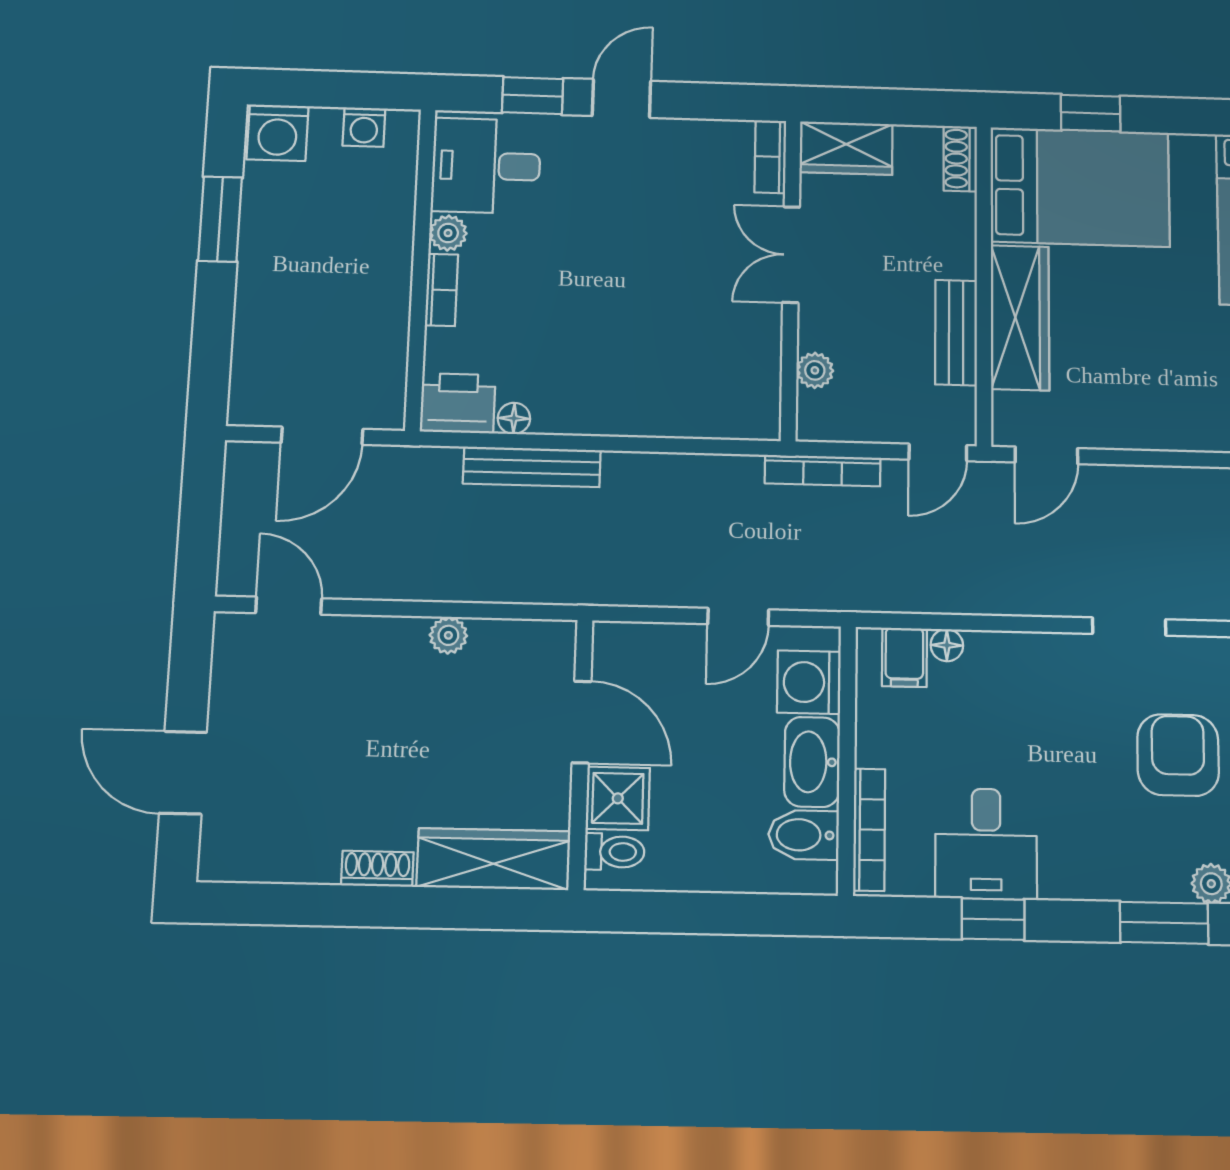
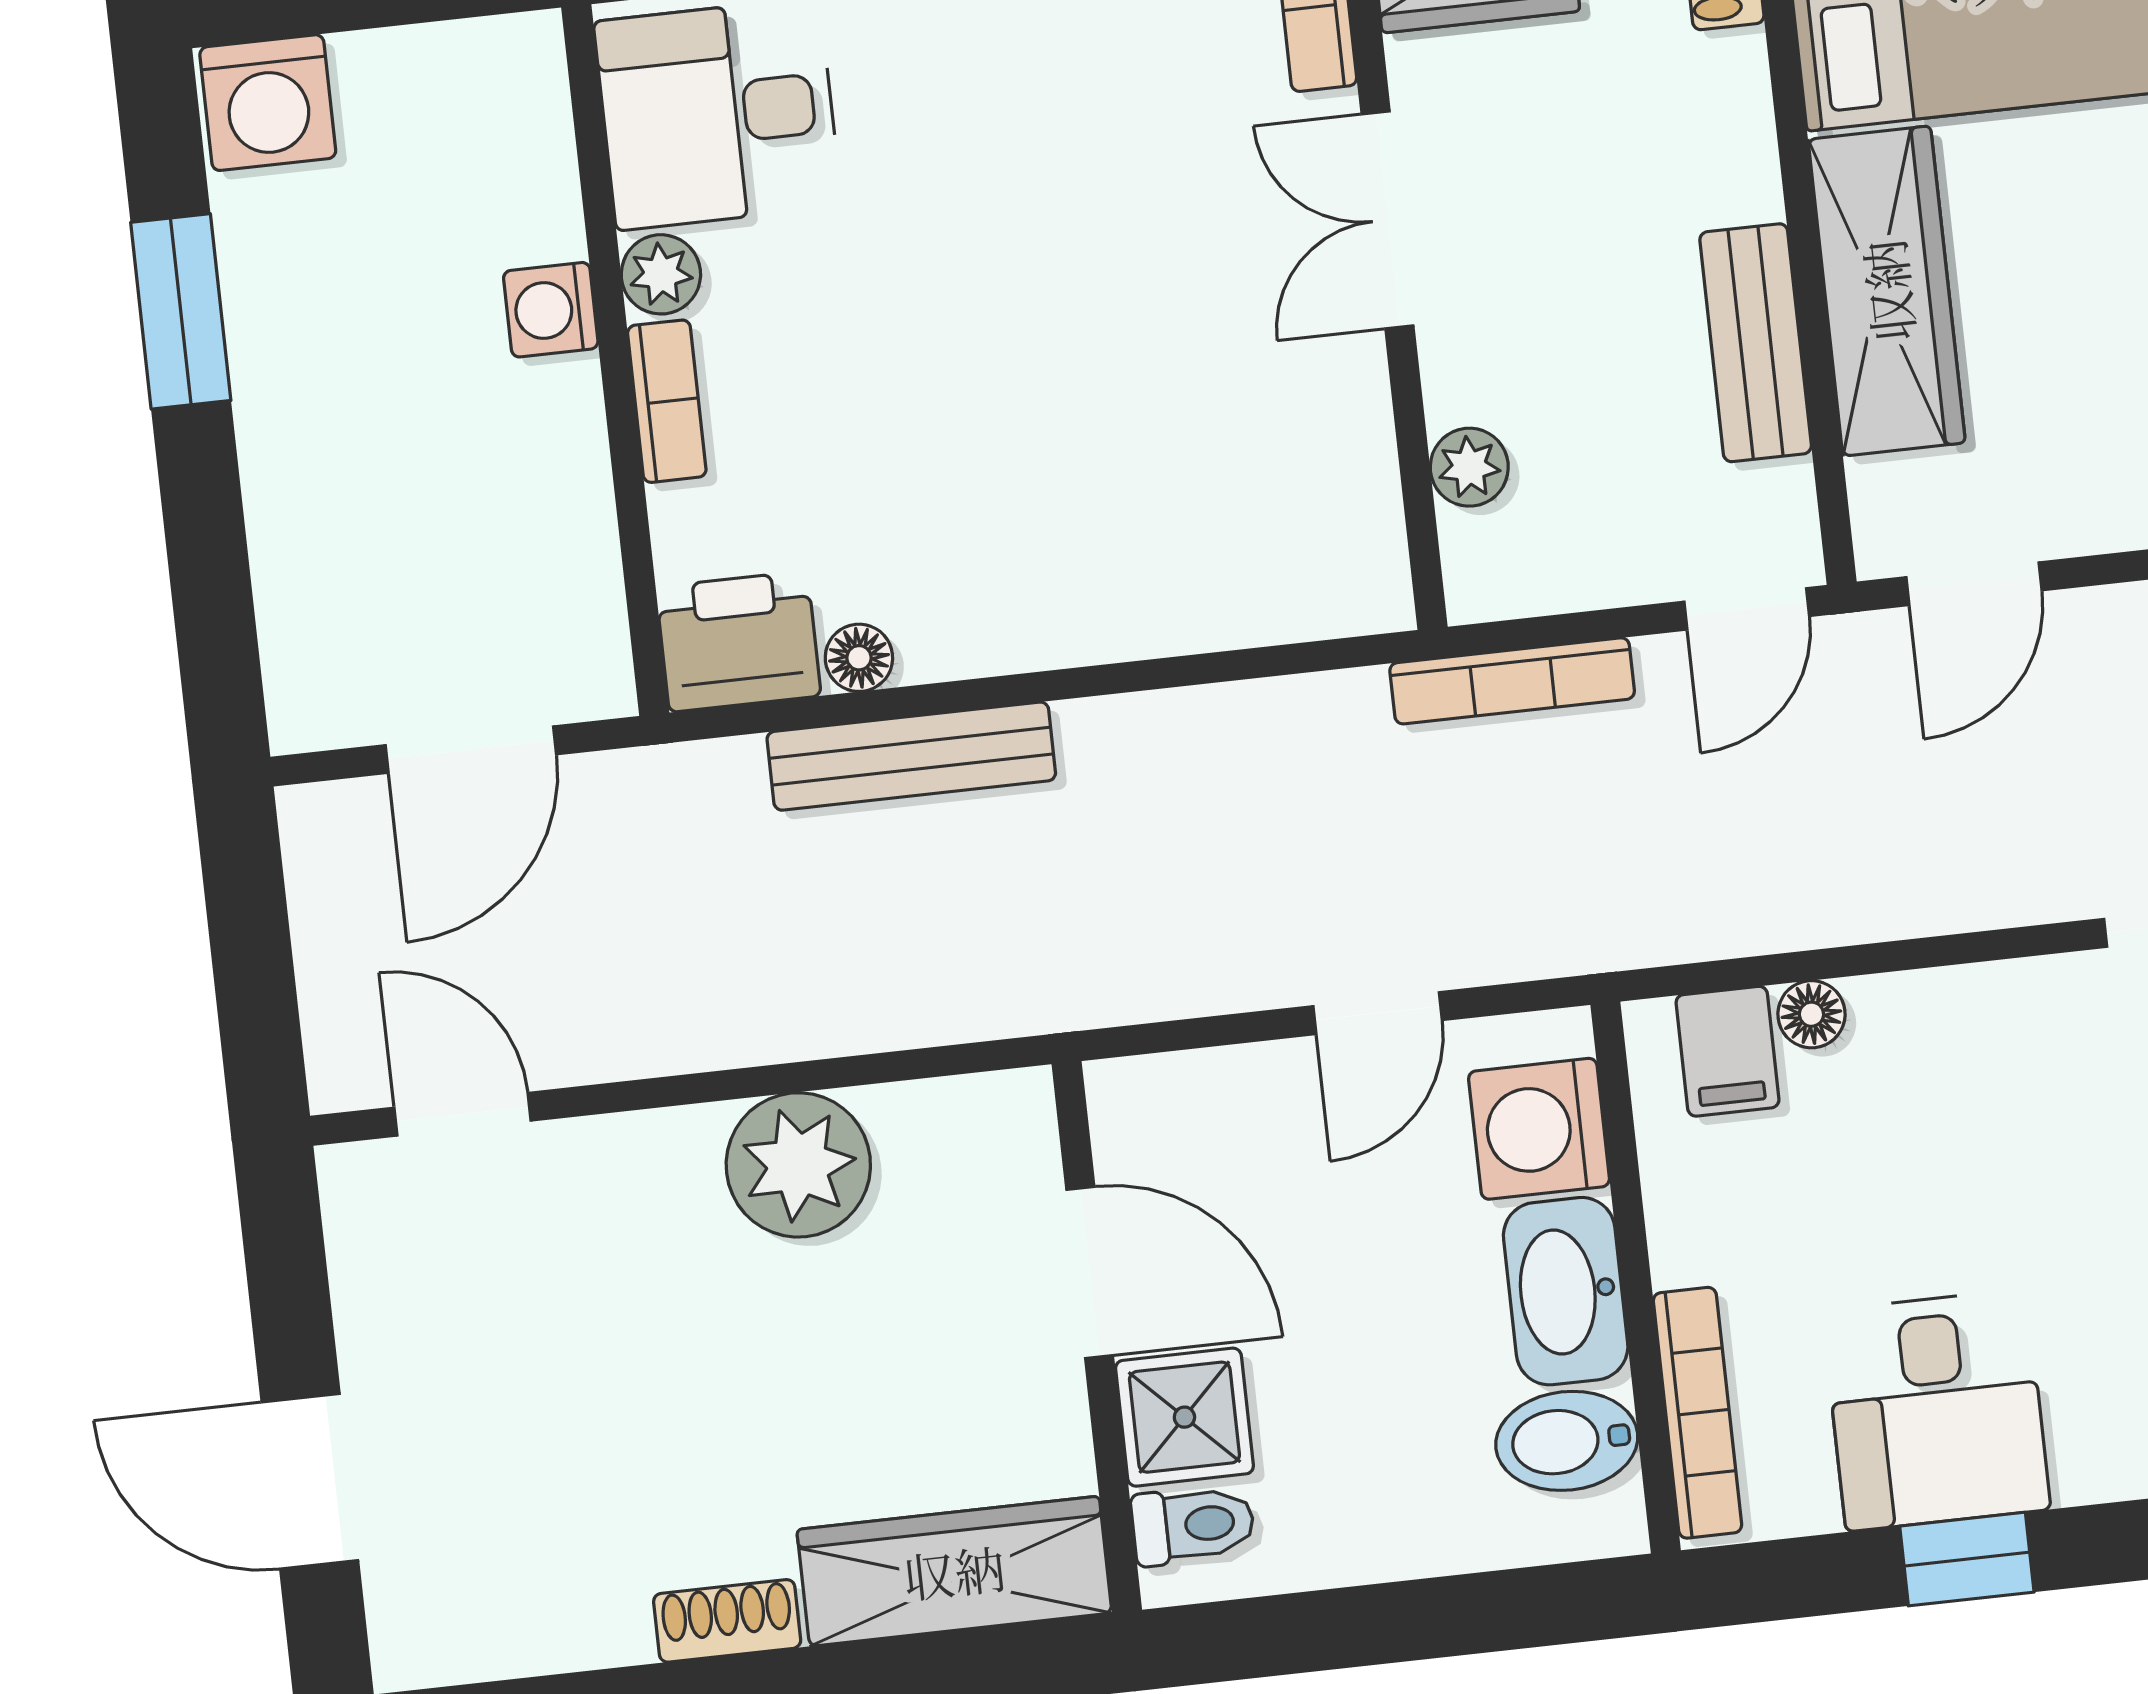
washing machine: (364, 127) -> (551, 310), moved, turned 90
plant: (448, 635) -> (798, 1165), width x1.88, depth x1.88

